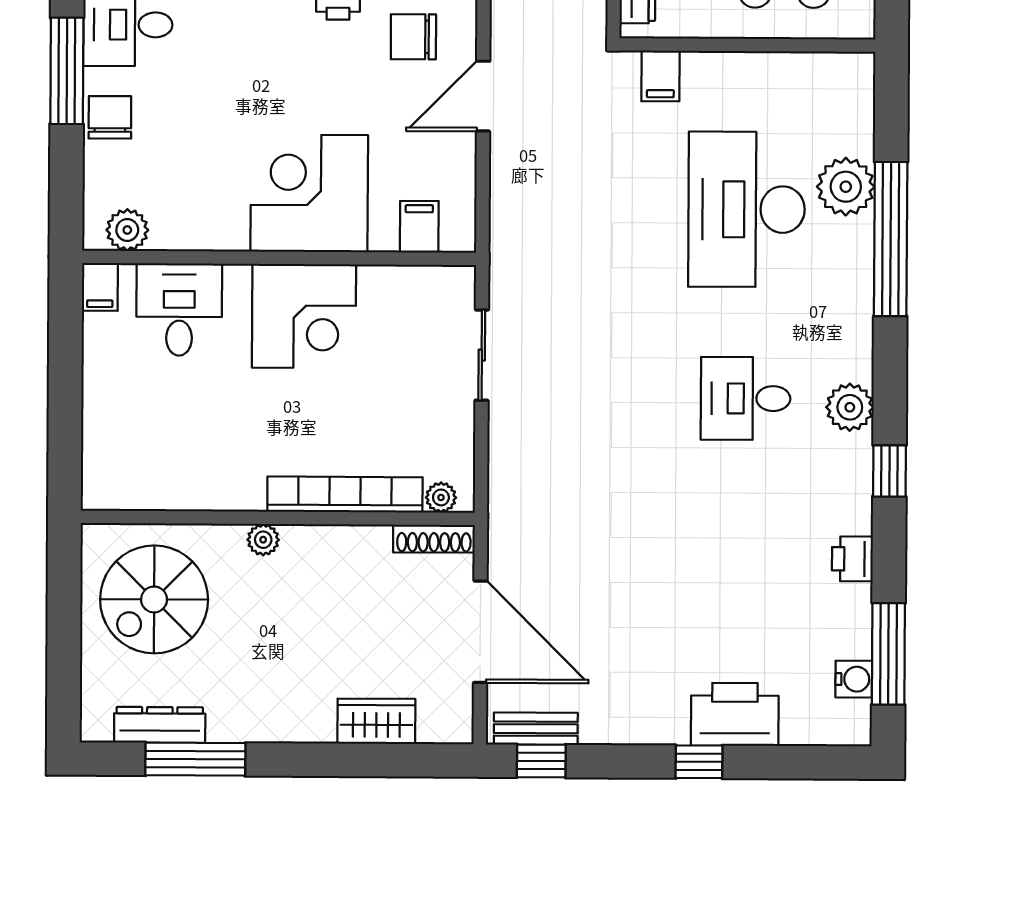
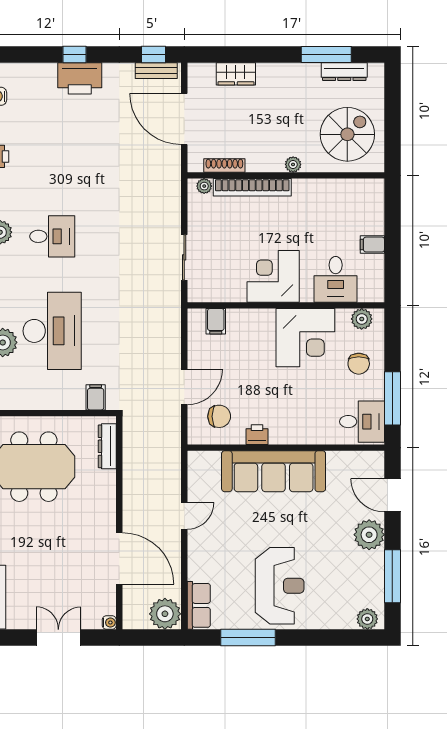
chair: (110, 117) -> (359, 364), moved
corner desk: (309, 193) -> (305, 338), moved
filing cabinet: (100, 287) -> (372, 245), moved, turned -90
shoe rack: (434, 539) -> (224, 165), moved
printer: (735, 714) -> (80, 78), moved

